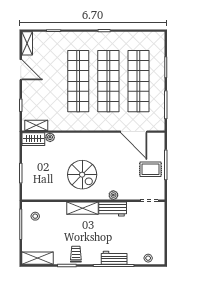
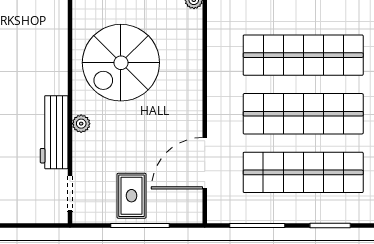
spiral stairs: (82, 175) -> (121, 63), width x1.37, depth x1.37
shelving: (82, 208) -> (56, 63), removed
workbench: (113, 209) -> (54, 132), width x1.38

